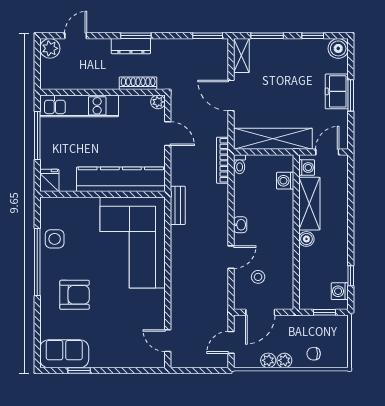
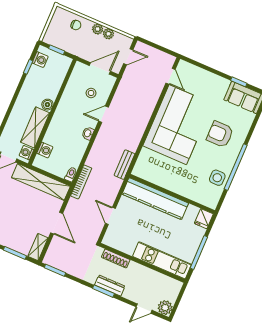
plant: (158, 102) -> (108, 240), removed
corner sofa: (133, 243) -> (178, 125), moved

